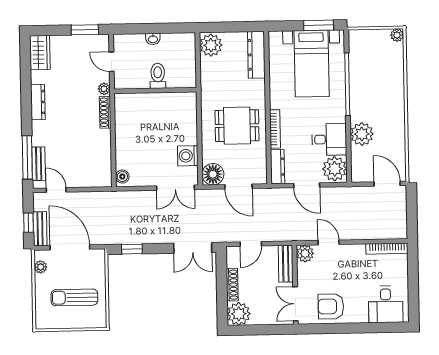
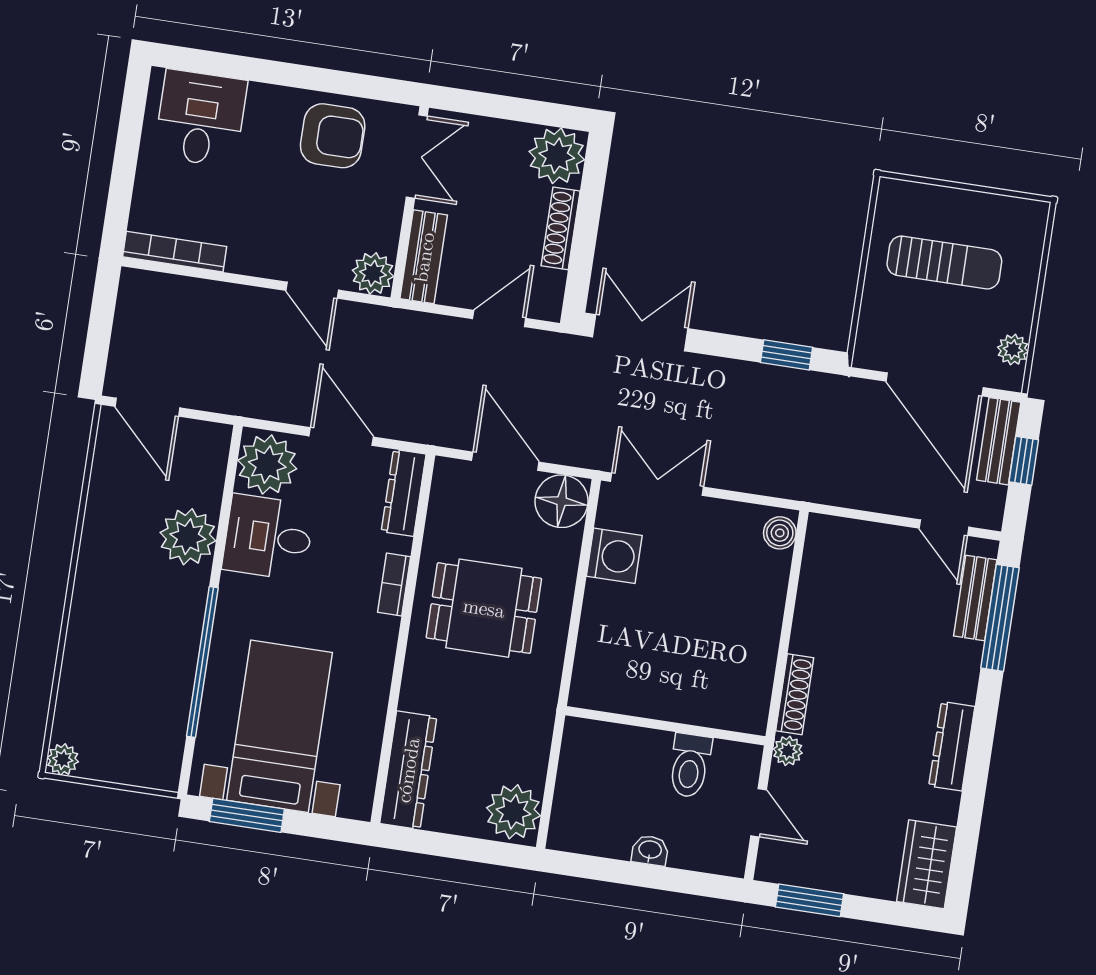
toilet: (158, 76) -> (690, 765), moved
bookcase: (275, 129) -> (394, 584), width x0.64

